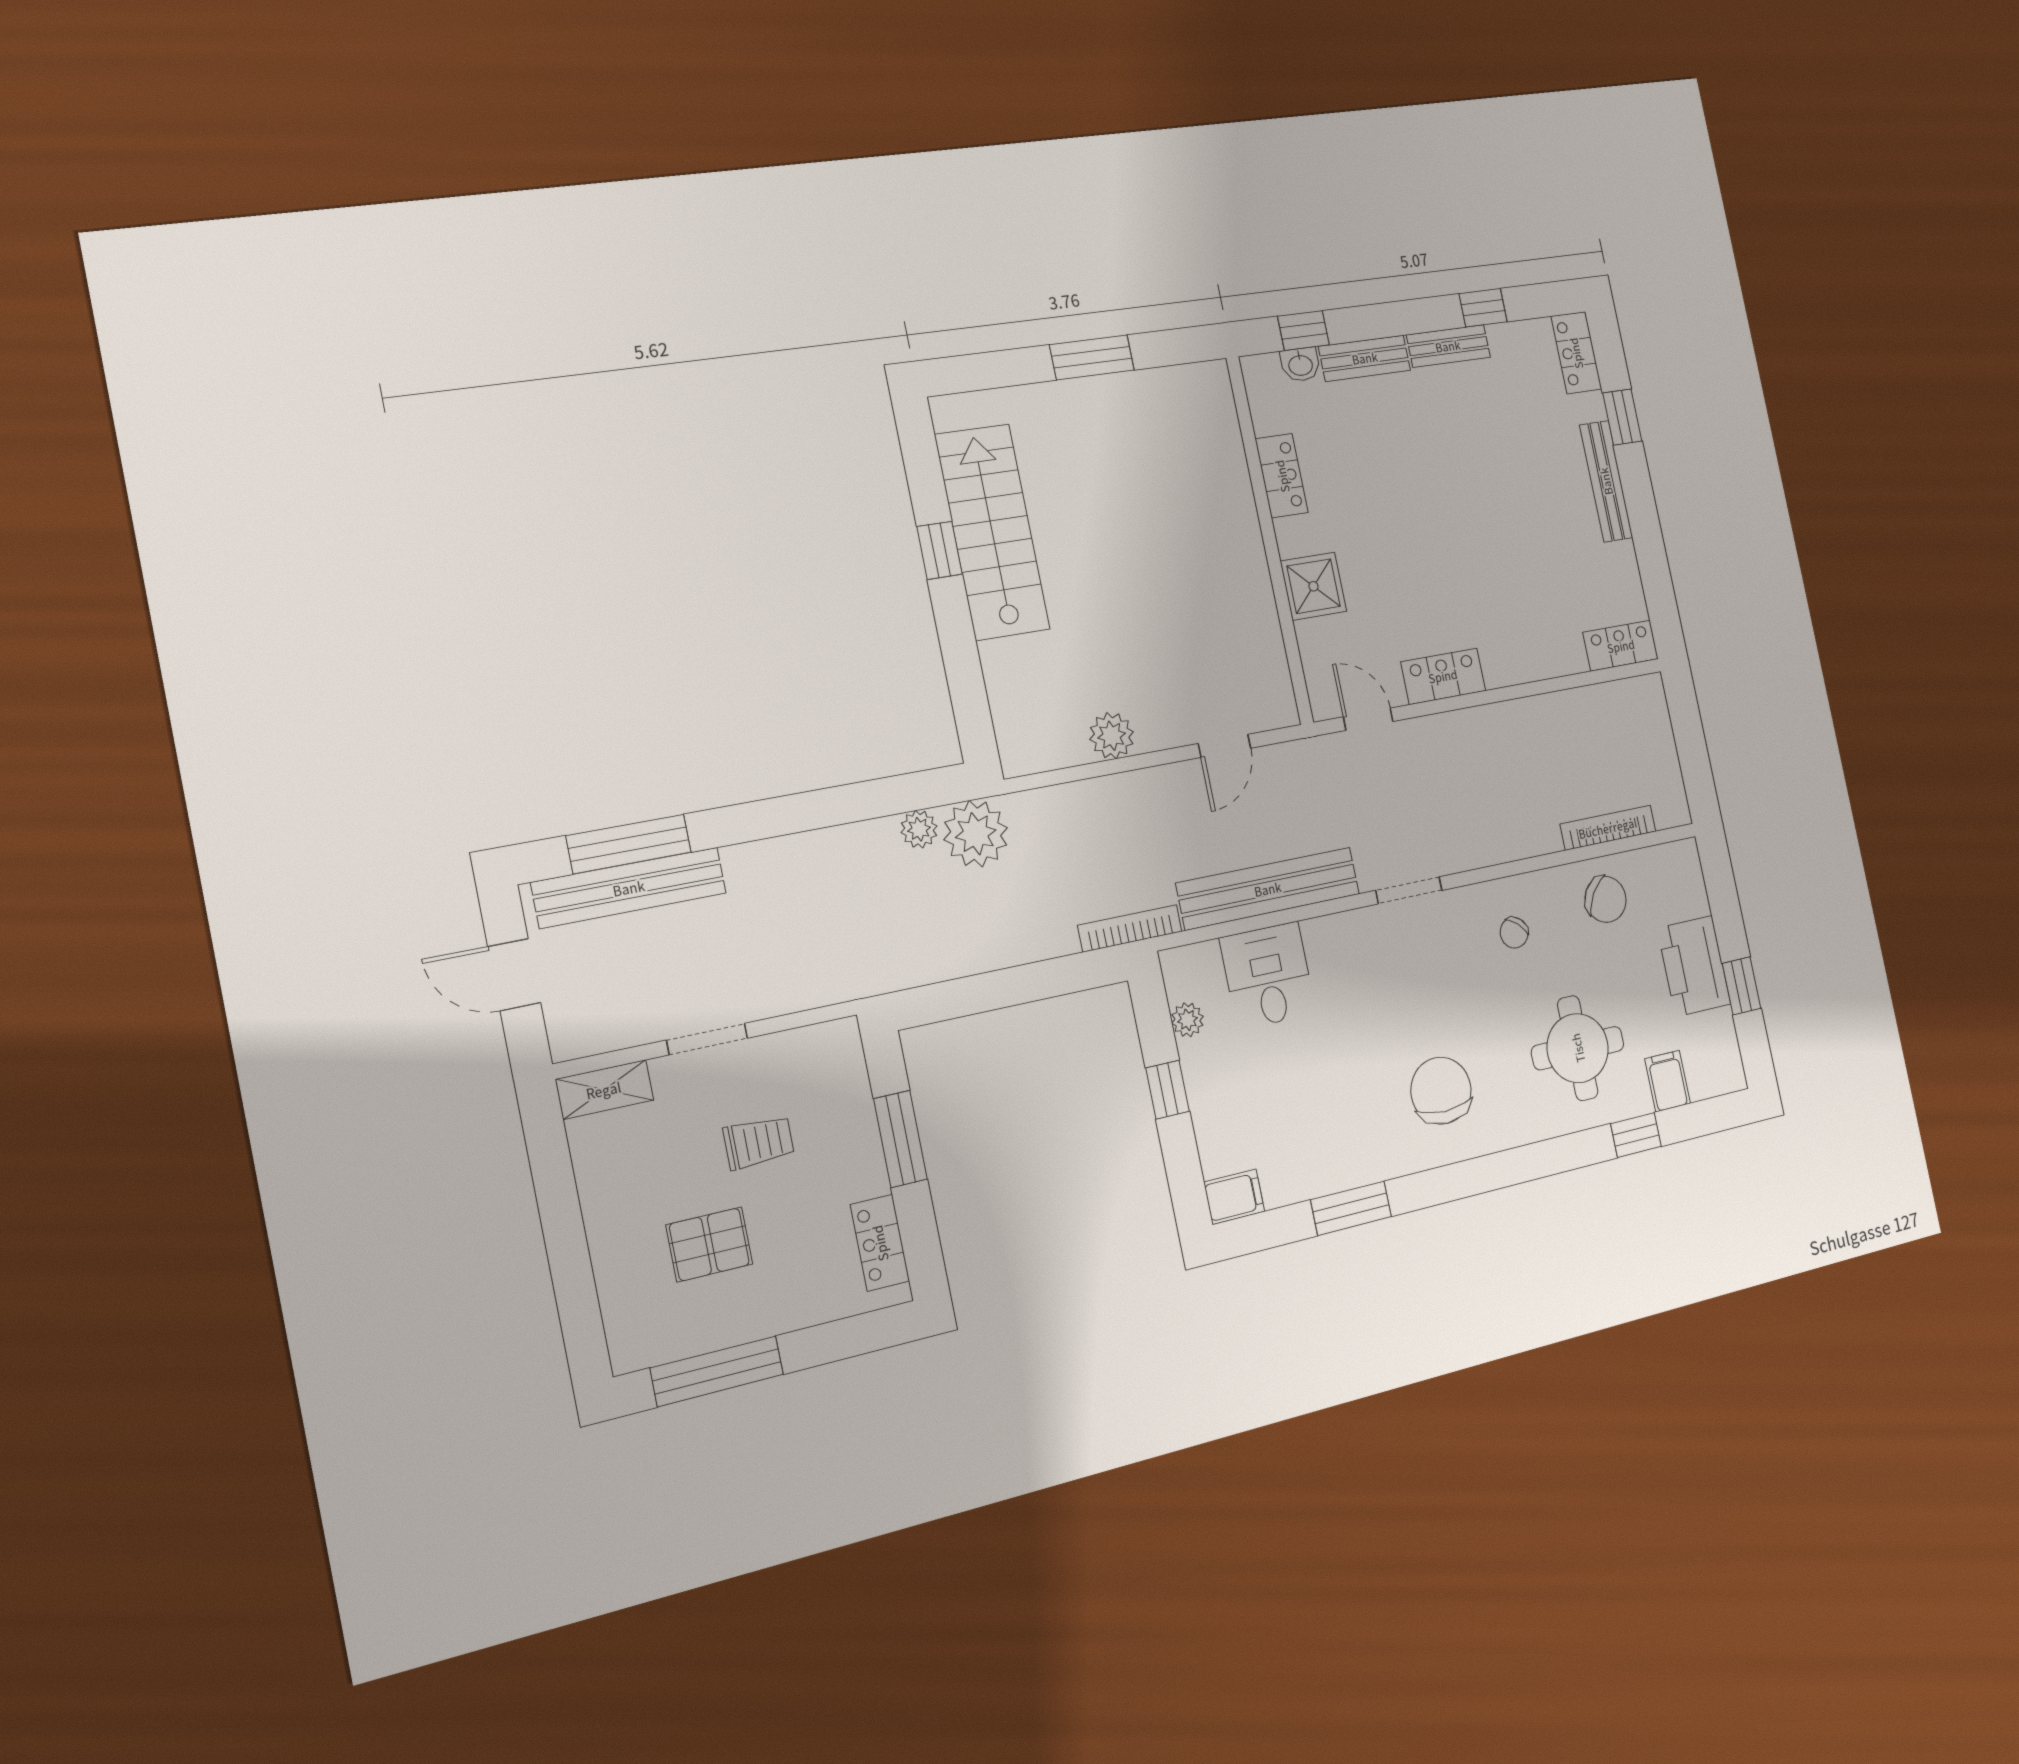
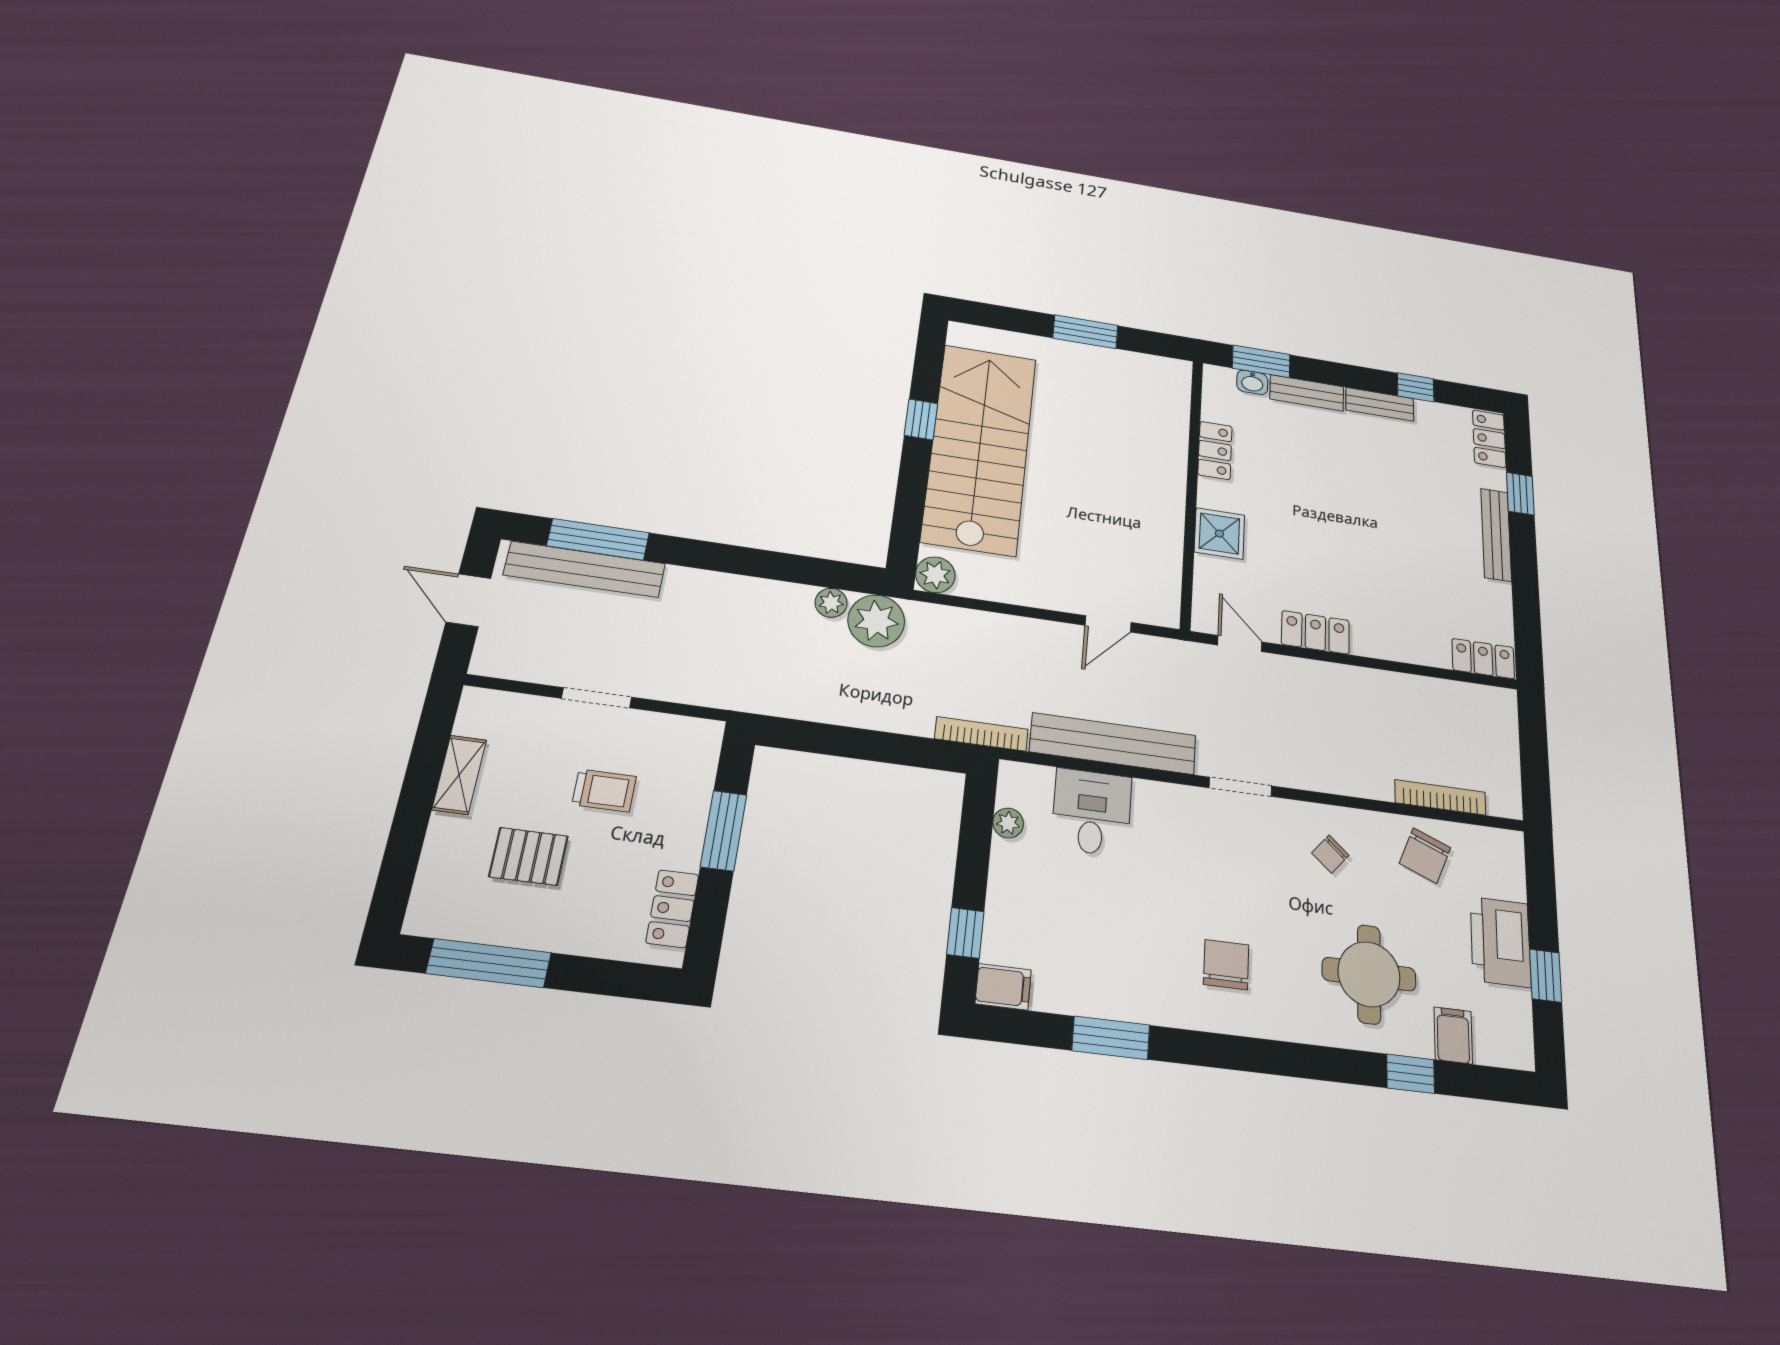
window: (1303, 331) -> (1261, 361), width x1.50
stairs: (992, 532) -> (980, 448), width x1.36, depth x1.51
plant: (1112, 736) -> (935, 575), moved
chair: (1606, 899) -> (1425, 855), turned 78
shelving: (604, 1090) -> (459, 775), moved, turned 90
window: (1167, 1090) -> (965, 933), moved
chair: (1441, 1091) -> (1226, 965), width x0.73, depth x0.73

